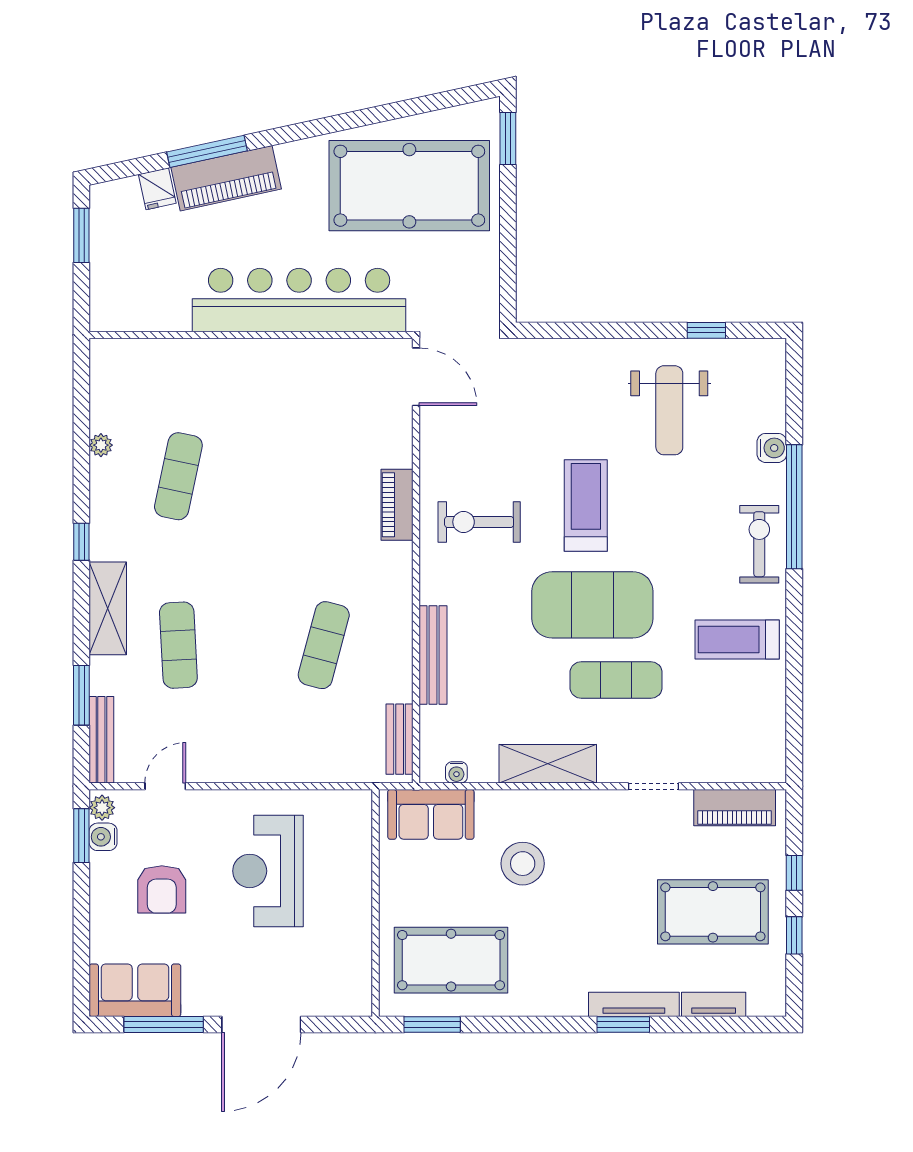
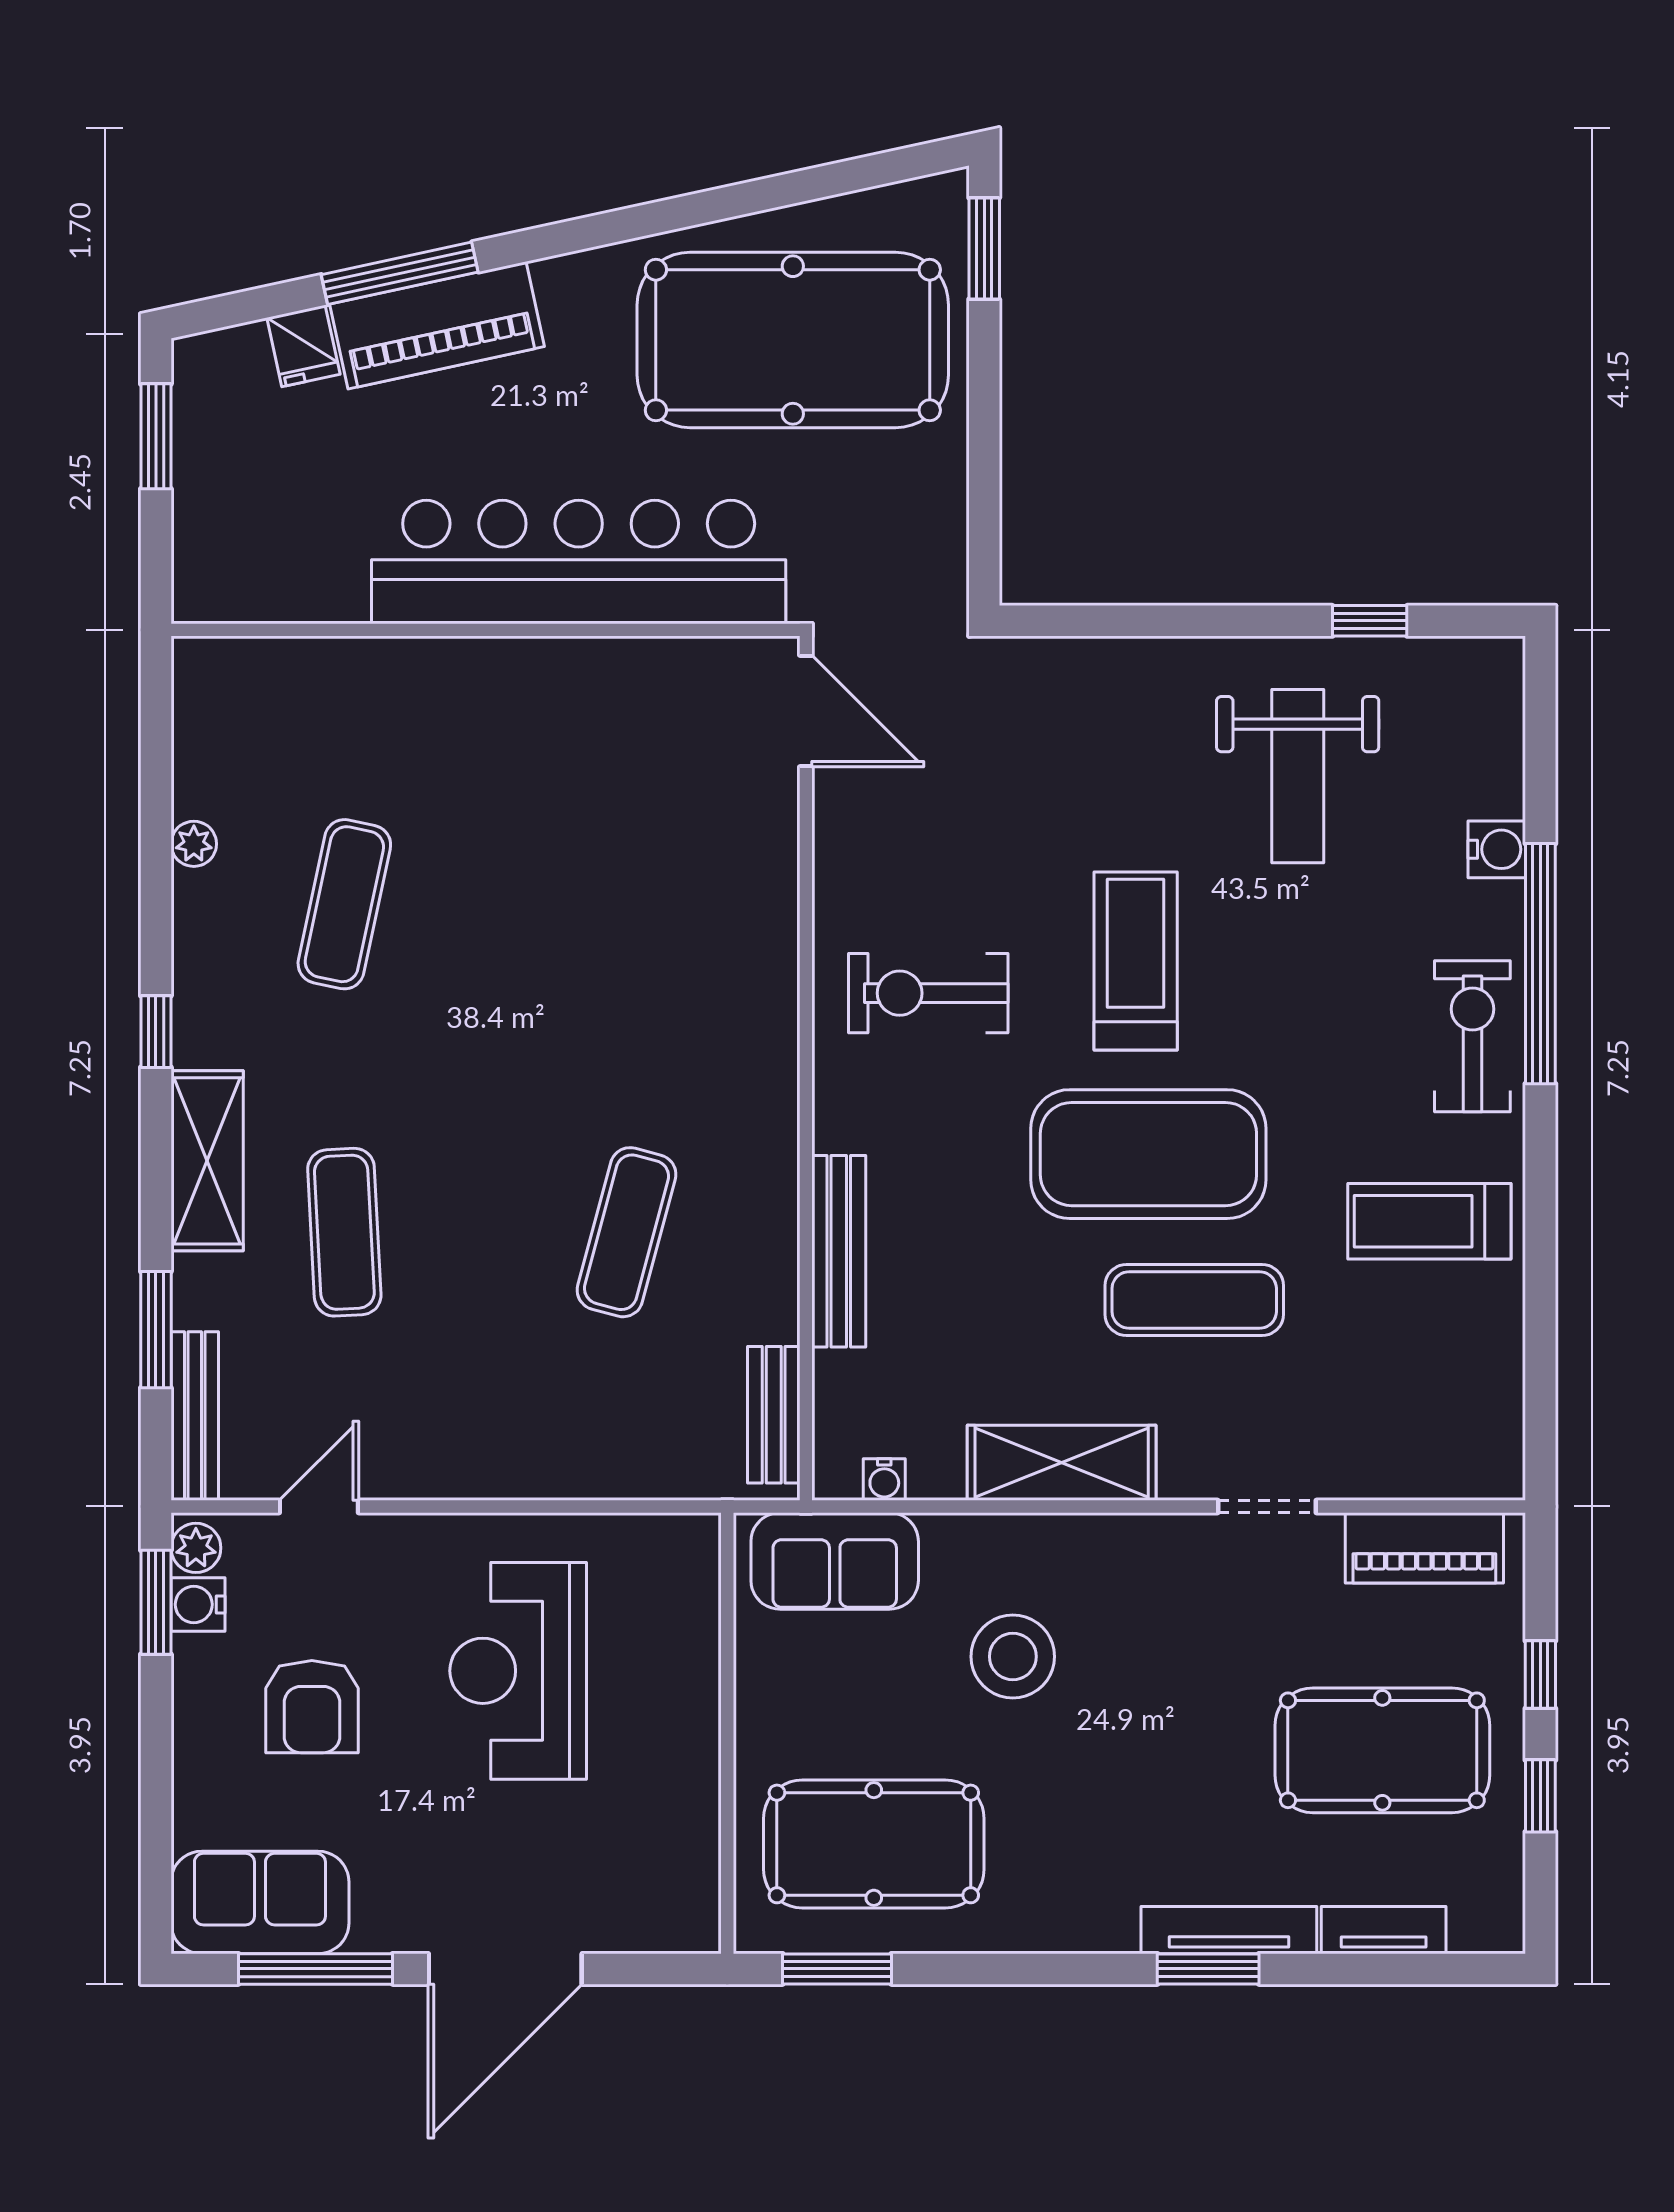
piano: (397, 505) -> (769, 960), removed

